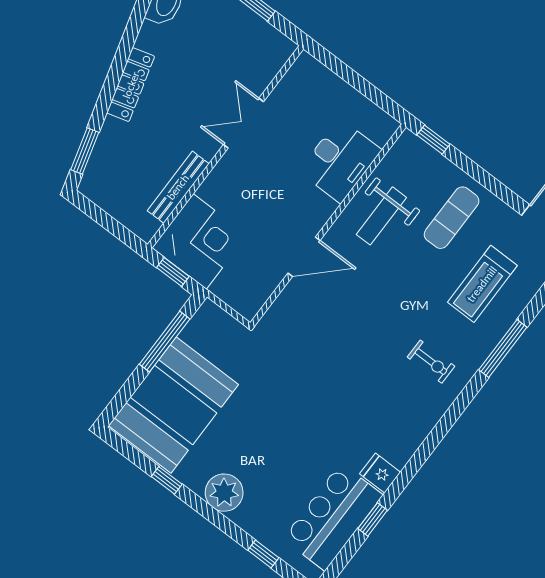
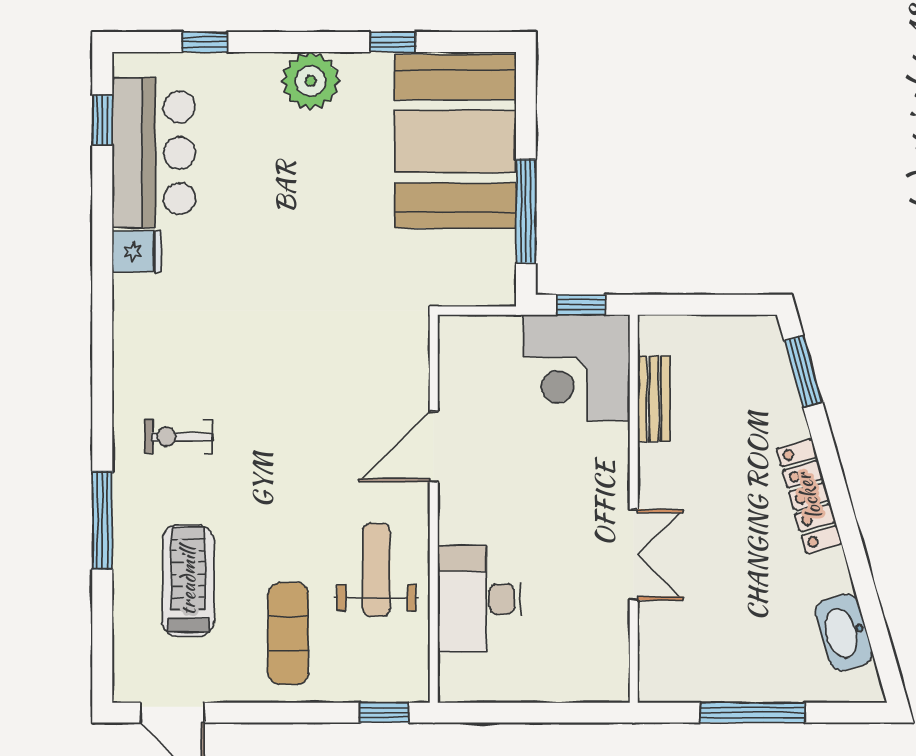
bench: (178, 187) -> (654, 399), width x0.73
window: (373, 519) -> (102, 120), moved

